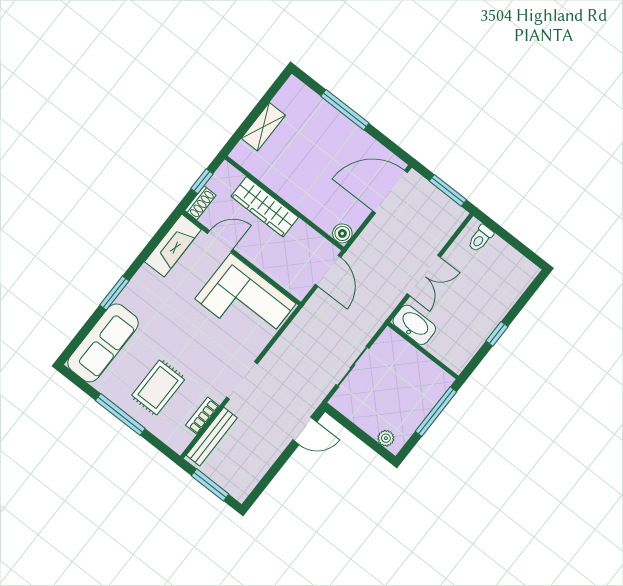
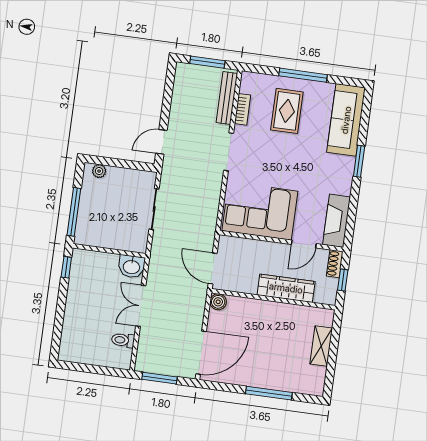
toilet: (481, 238) -> (123, 340), moved, turned -90
washbasin: (414, 325) -> (132, 266), width x0.72
window: (497, 334) -> (66, 267), moved

